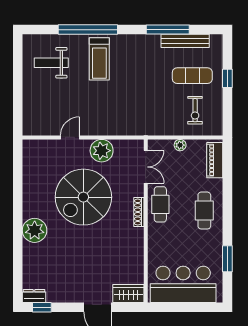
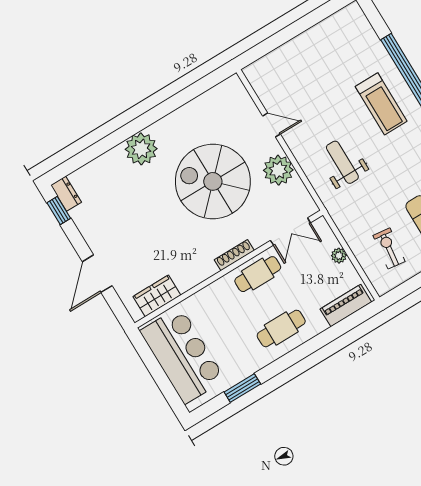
treadmill: (99, 59) -> (381, 104), turned -90
weight bench: (51, 63) -> (342, 162), moved
exercise bike: (195, 110) -> (389, 248), turned 97
wardrobe: (128, 294) -> (157, 296), moved, turned -90

